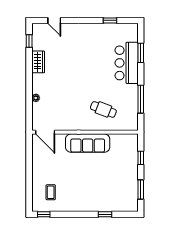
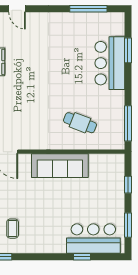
window: (110, 20) -> (88, 9), width x2.17
window: (141, 99) -> (128, 123), moved
bar counter: (114, 200) -> (93, 239), added

